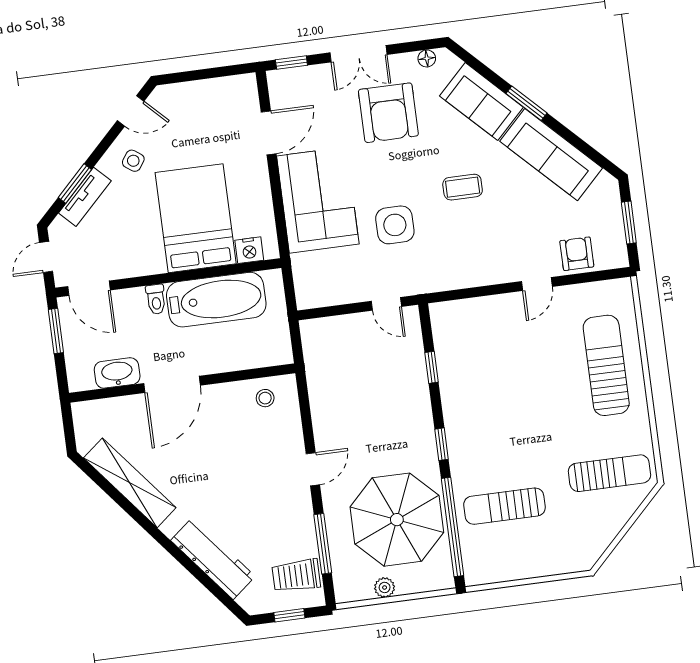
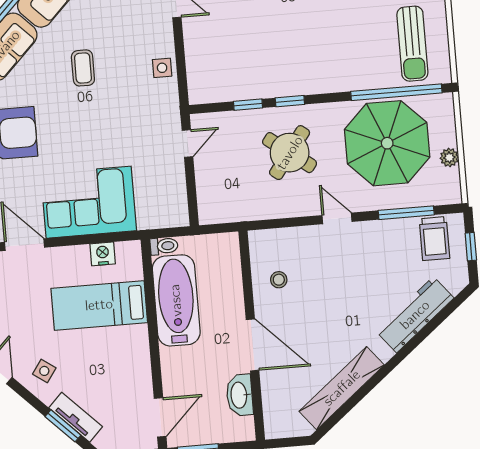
bed: (196, 218) -> (99, 305), width x0.67
side table: (395, 225) -> (162, 68), moved, width x0.54, depth x0.54
nightstand: (249, 250) -> (103, 254), moved, turned -90
toilet: (156, 299) -> (164, 246), moved
stool: (265, 398) -> (279, 280), moved
round table: (382, 415) -> (290, 153), added
window: (442, 444) -> (290, 101), moved
sun lounger: (504, 506) -> (412, 44), moved

